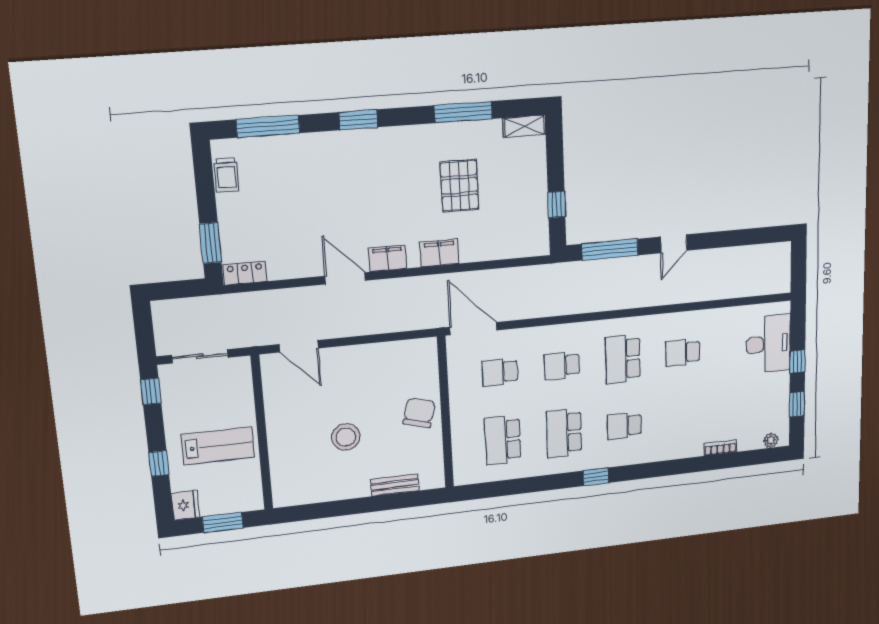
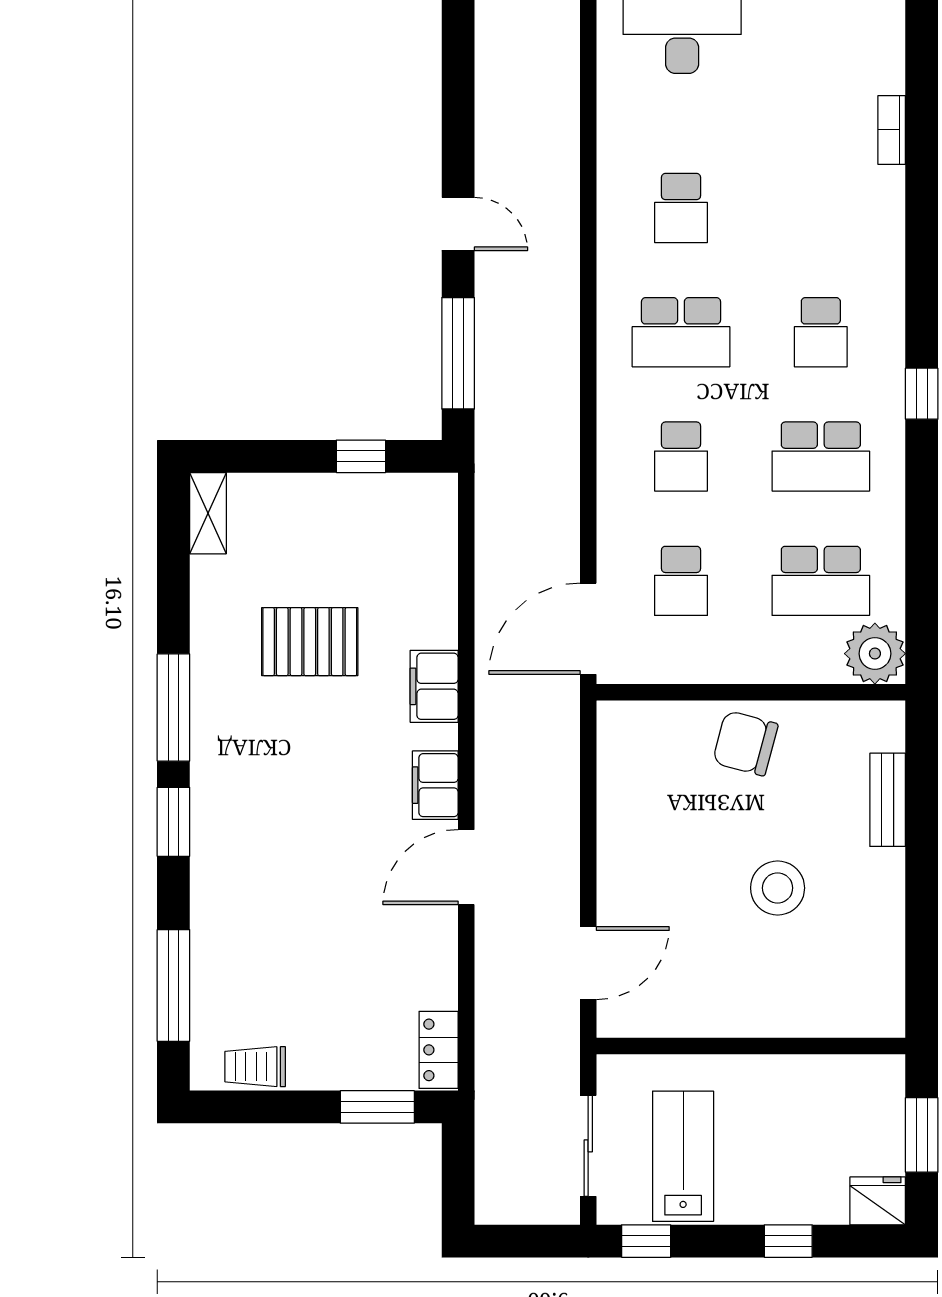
window: (463, 112) -> (173, 707), moved
trolley: (227, 175) -> (255, 1067), turned 180
plant: (771, 440) -> (875, 654), moved, width x1.88, depth x1.88
lab bench: (218, 446) -> (683, 1156), moved

